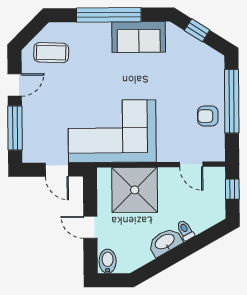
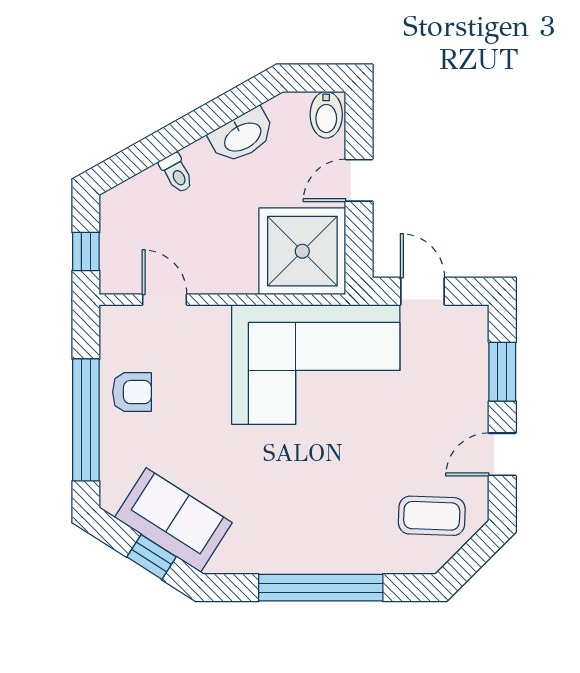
sofa: (139, 37) -> (173, 520), moved, turned 33
window: (15, 128) -> (502, 372), width x0.69
shower: (135, 190) -> (302, 251), moved
door: (90, 227) -> (359, 180), swing flipped
washbasin: (165, 242) -> (242, 136), moved

